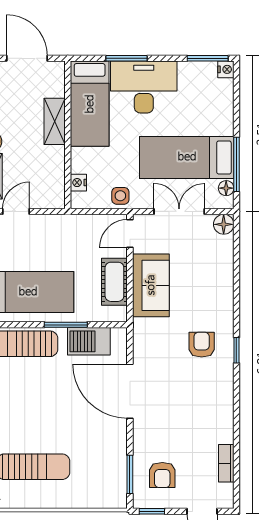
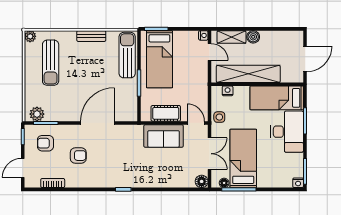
shelving: (55, 121) -> (248, 74), width x2.20, depth x1.33
barbecue: (89, 341) -> (129, 97), removed
armchair: (202, 345) -> (78, 156), moved
plant: (116, 489) -> (37, 114), added

